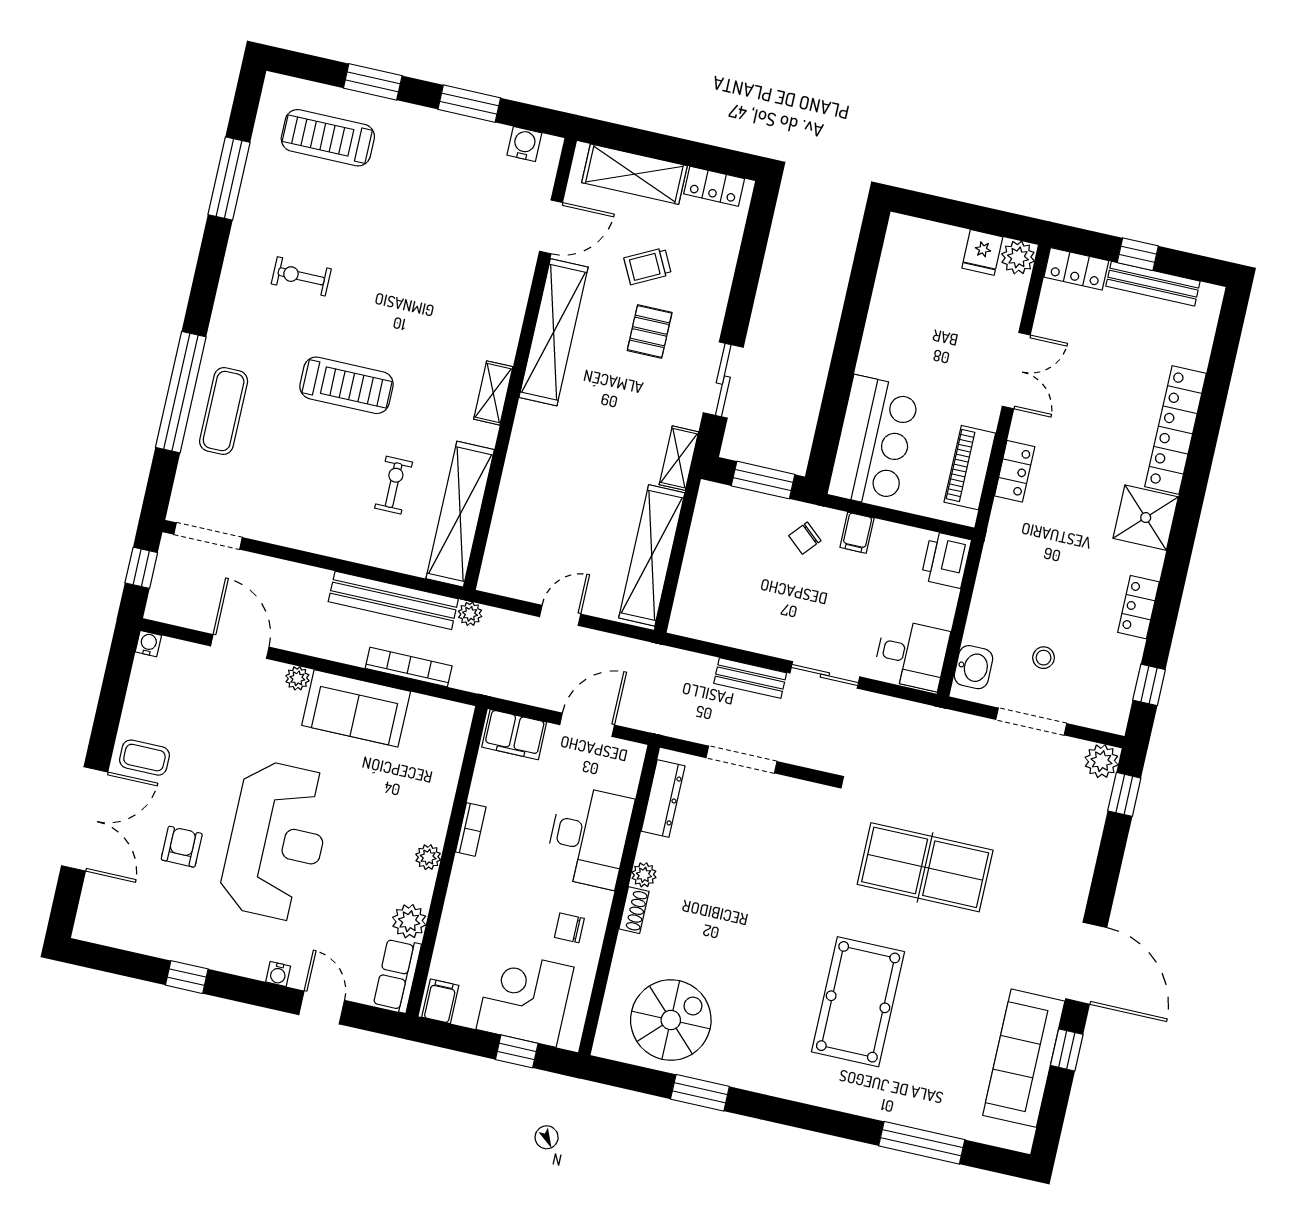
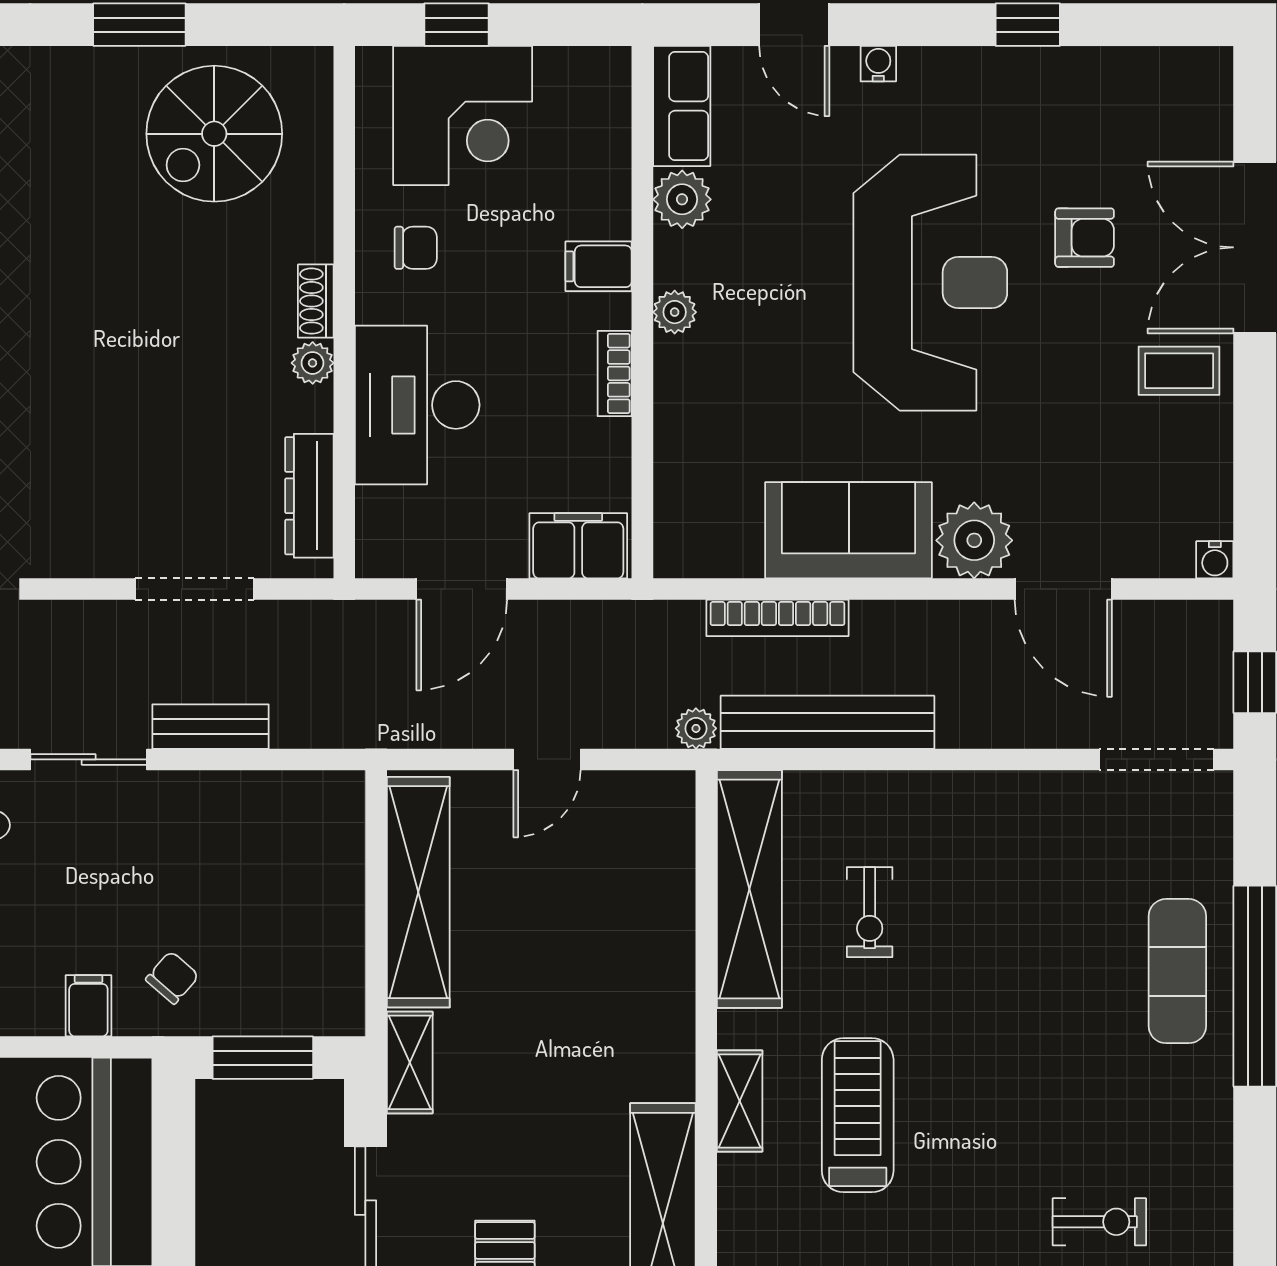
treadmill: (346, 385) -> (858, 1115), moved, turned 90
plant: (297, 678) -> (974, 540), width x1.88, depth x1.88
reception desk: (277, 841) -> (930, 283), turned 180
armchair: (182, 847) -> (1085, 238), turned -90
filing cabinet: (440, 1001) -> (599, 266), moved, turned 90

